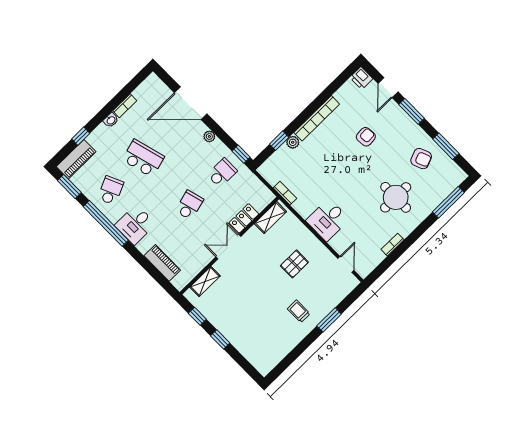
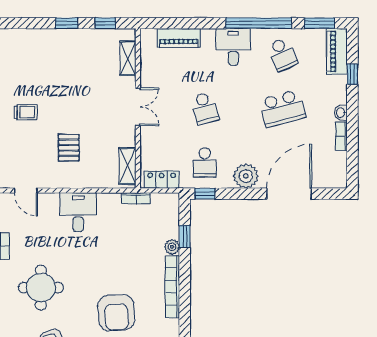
plant: (209, 136) -> (246, 176), width x1.88, depth x1.88
armchair: (366, 137) -> (116, 313), width x1.88, depth x1.88
locker: (244, 218) -> (162, 180), moved, turned -90

